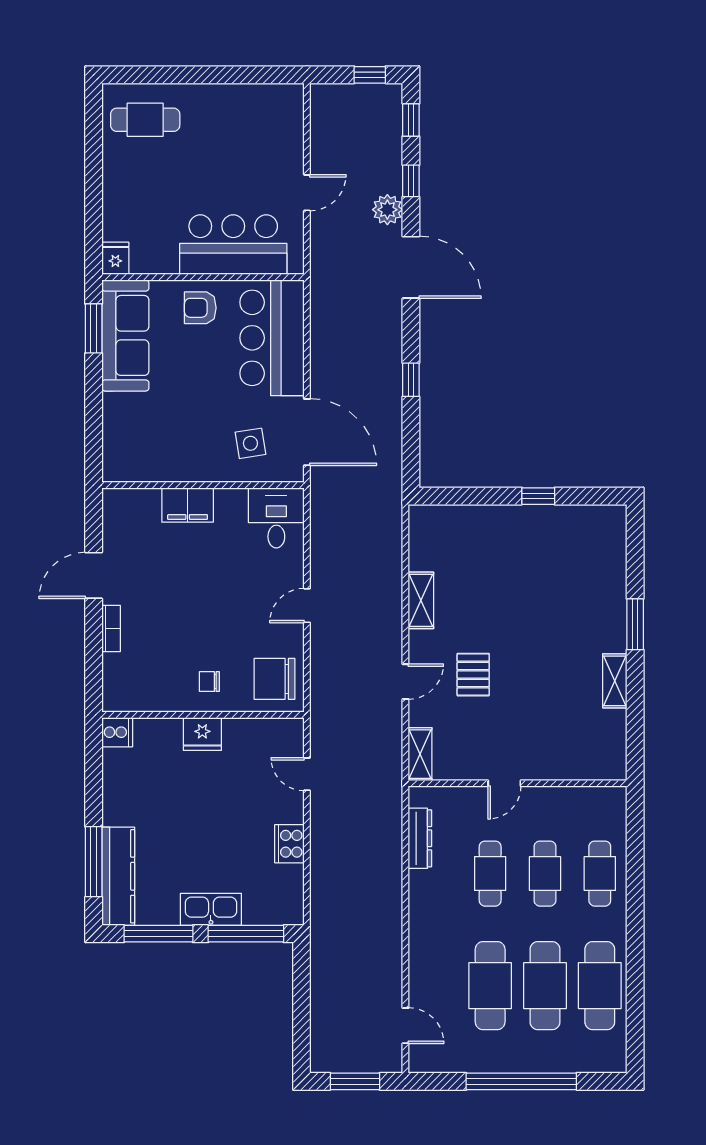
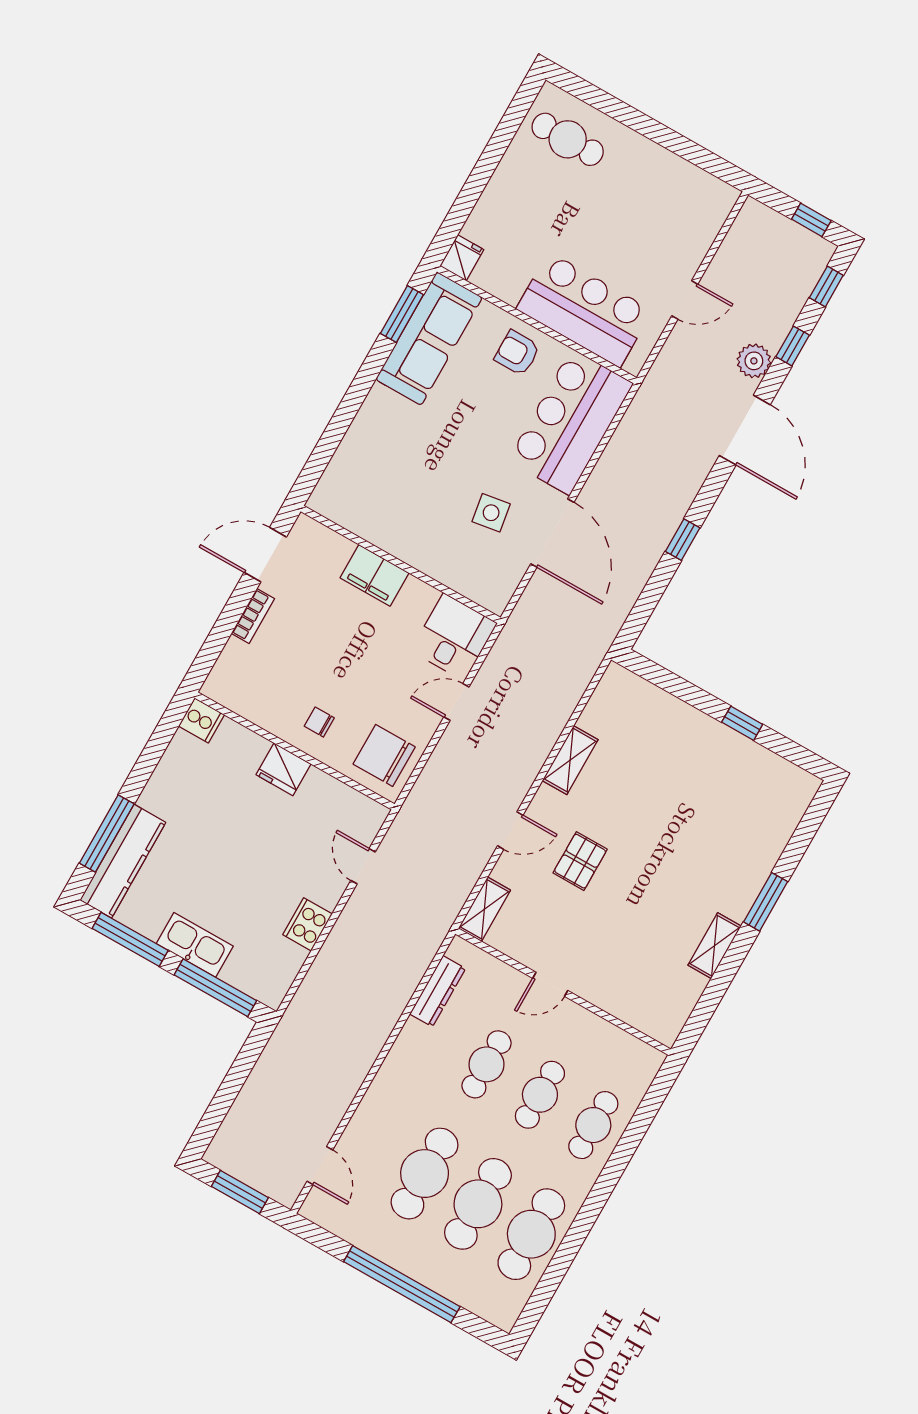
wall: (203, 485) -> (401, 564), moved
filing cabinet: (188, 505) -> (375, 575), moved
desk: (276, 518) -> (454, 637), moved

